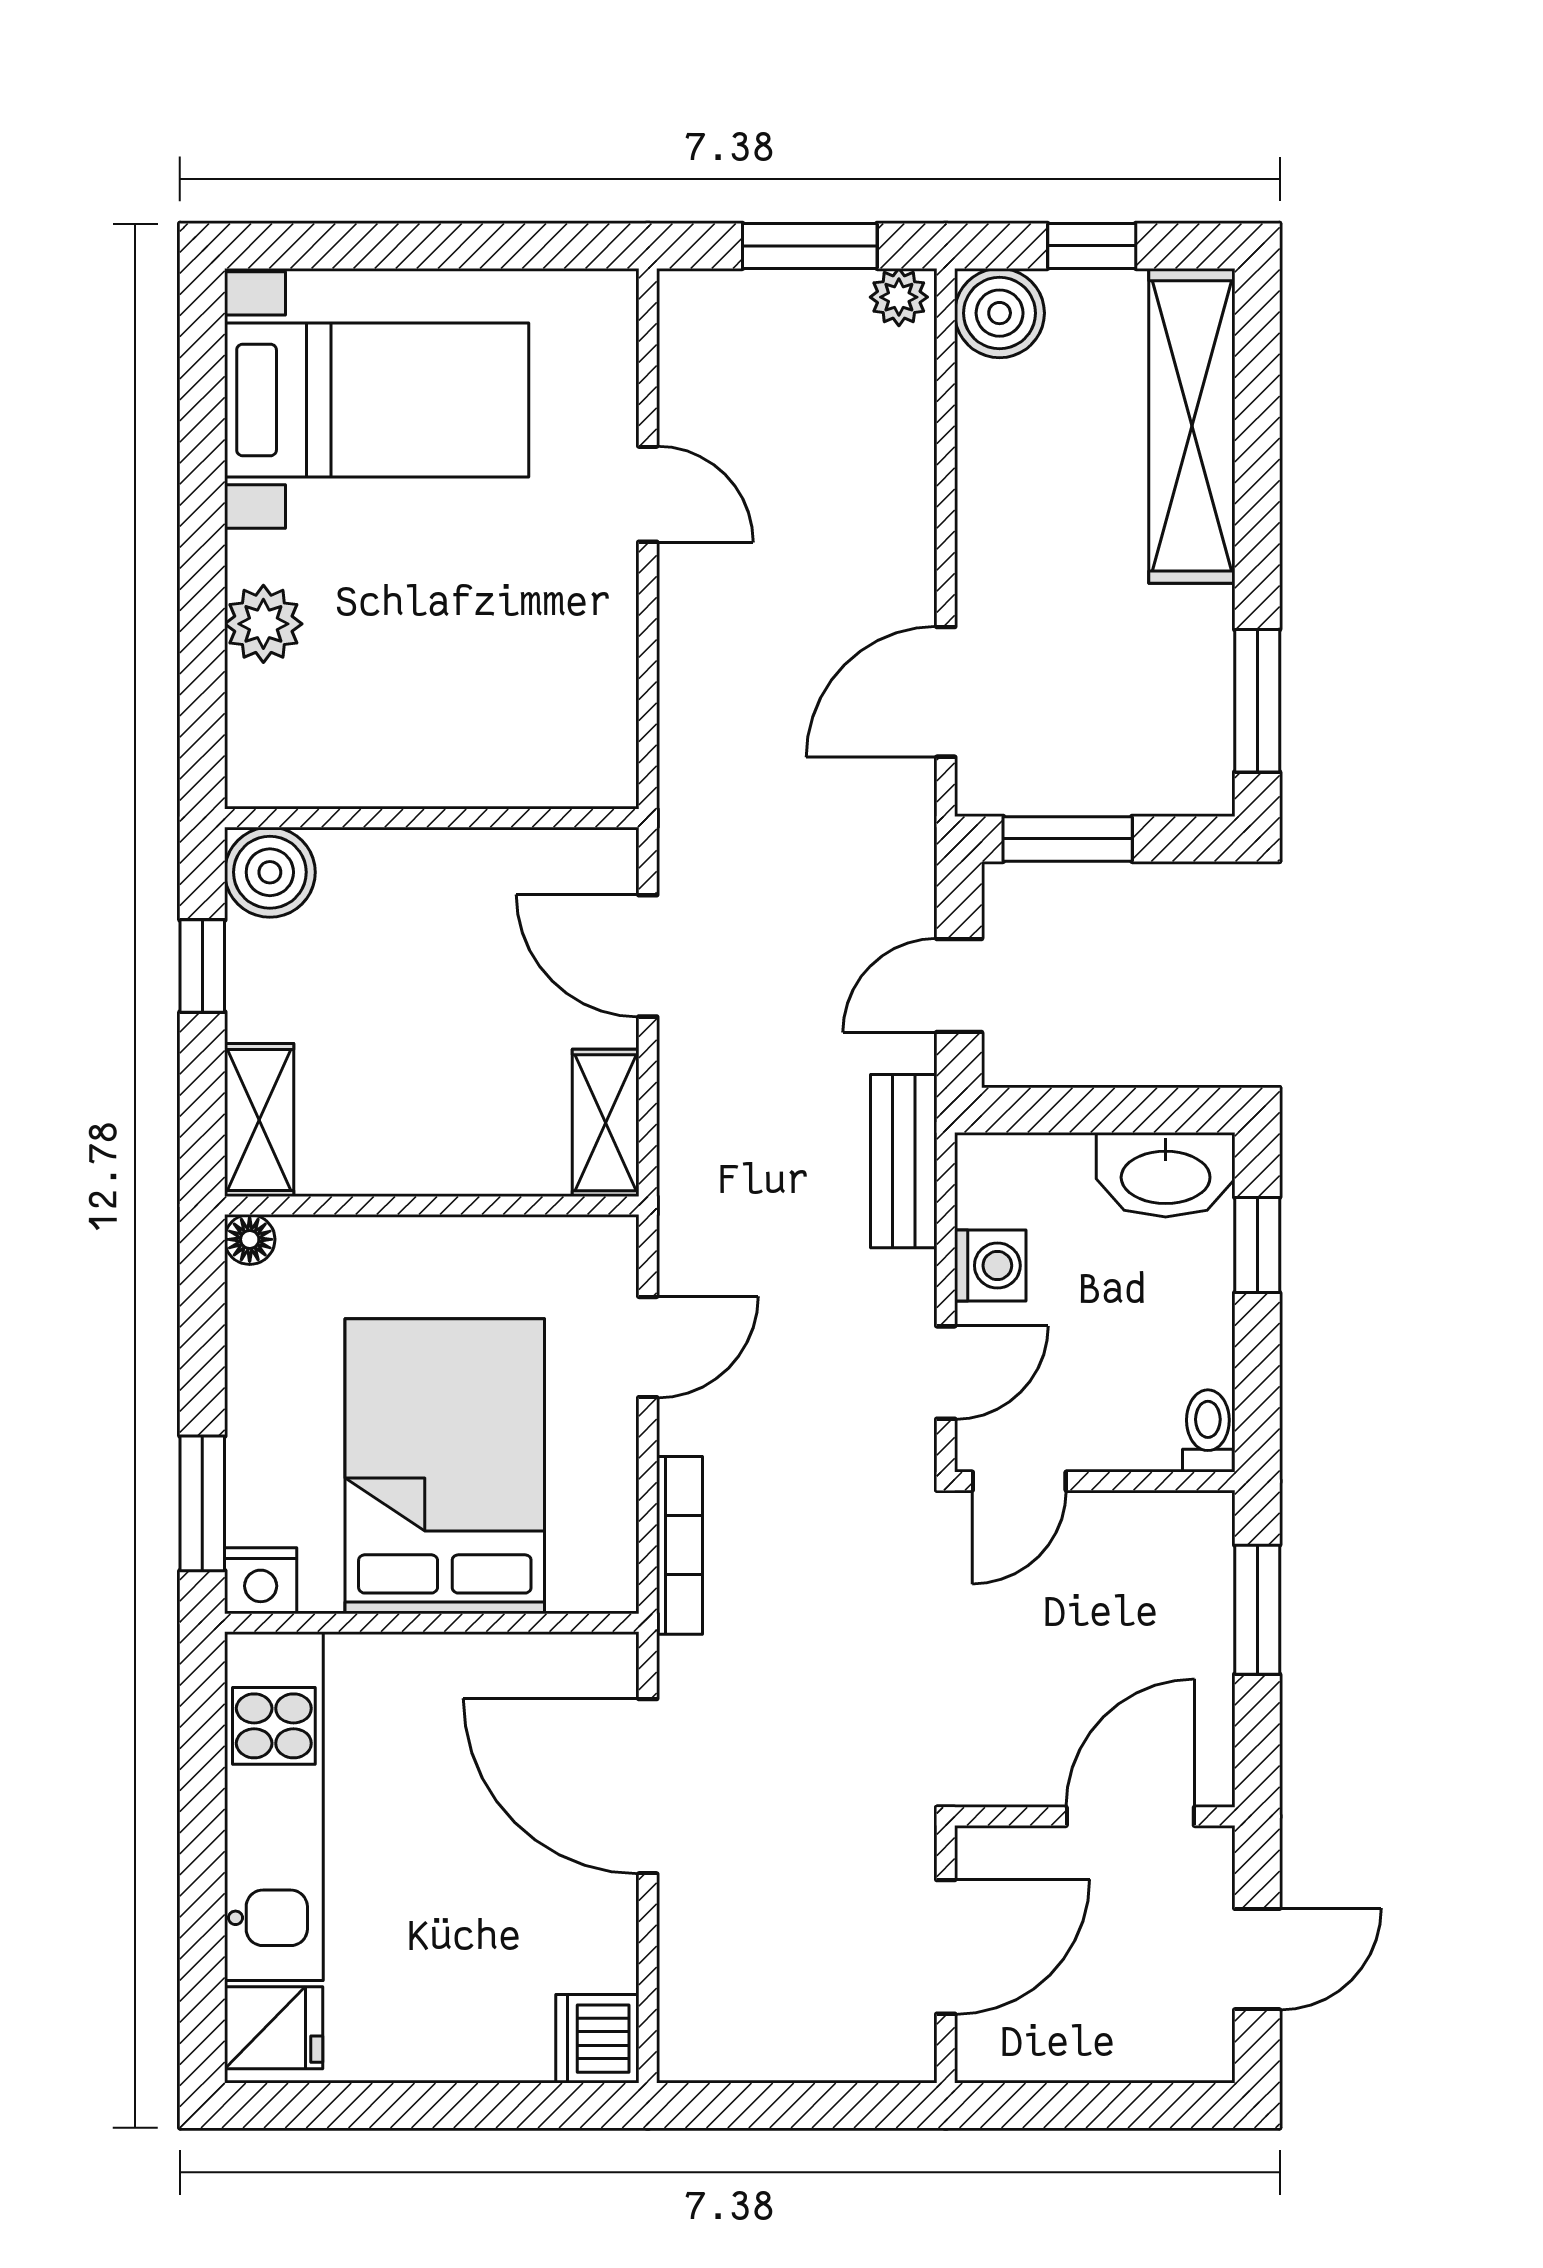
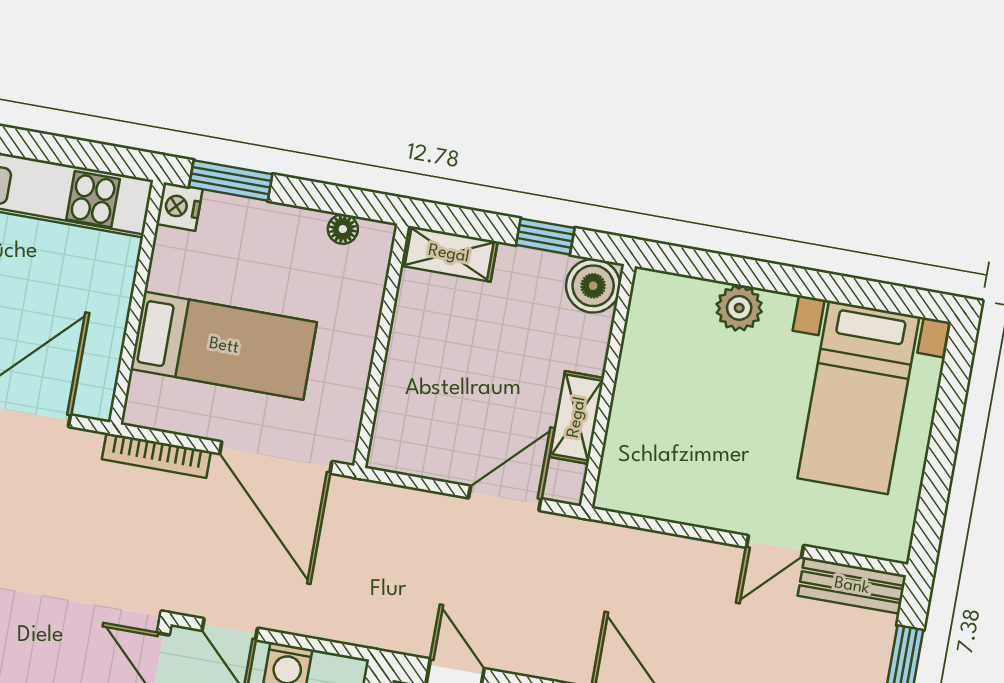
shelving: (606, 1123) -> (577, 417), moved, turned 90
bench: (904, 1161) -> (852, 586), moved
floor lamp: (250, 1239) -> (343, 229), moved
door: (648, 1347) -> (276, 458), width x1.88
bed: (445, 1466) -> (224, 346), width x0.67

